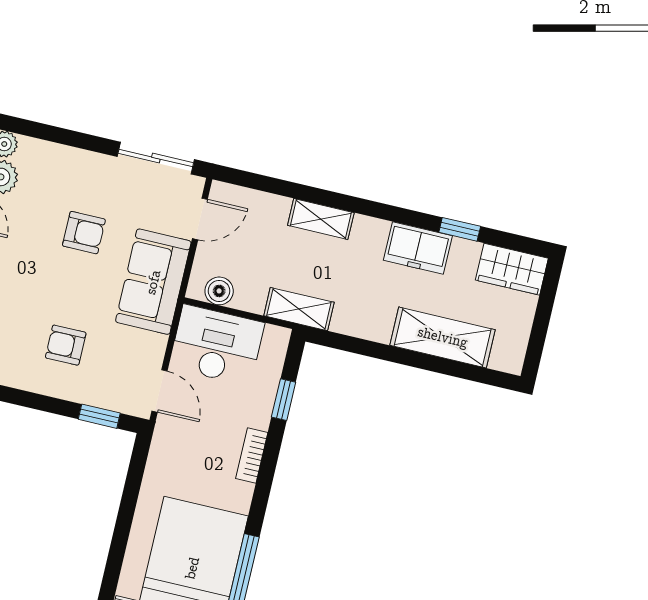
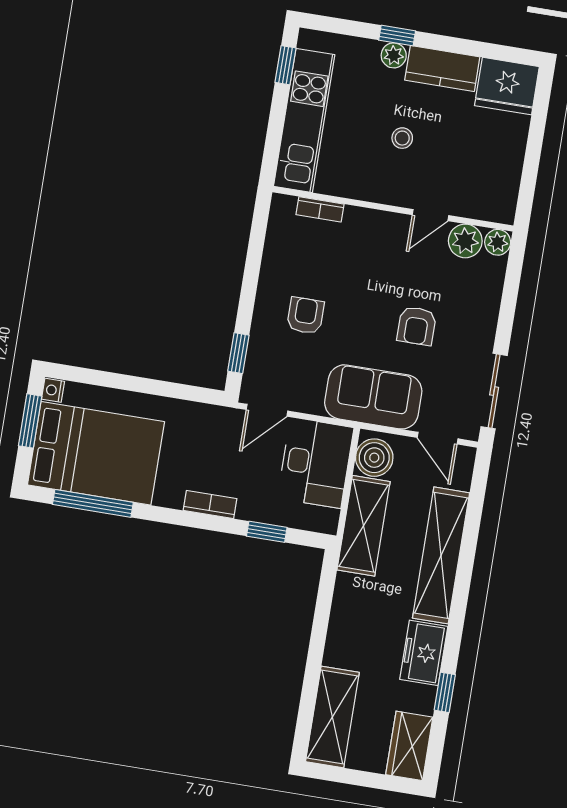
shelving: (321, 219) -> (441, 555), width x2.20, depth x1.33
boiler: (219, 291) -> (374, 458), width x1.36, depth x1.36
shelving: (299, 309) -> (364, 526), width x1.50, depth x1.33
shelving: (443, 337) -> (332, 717), moved

